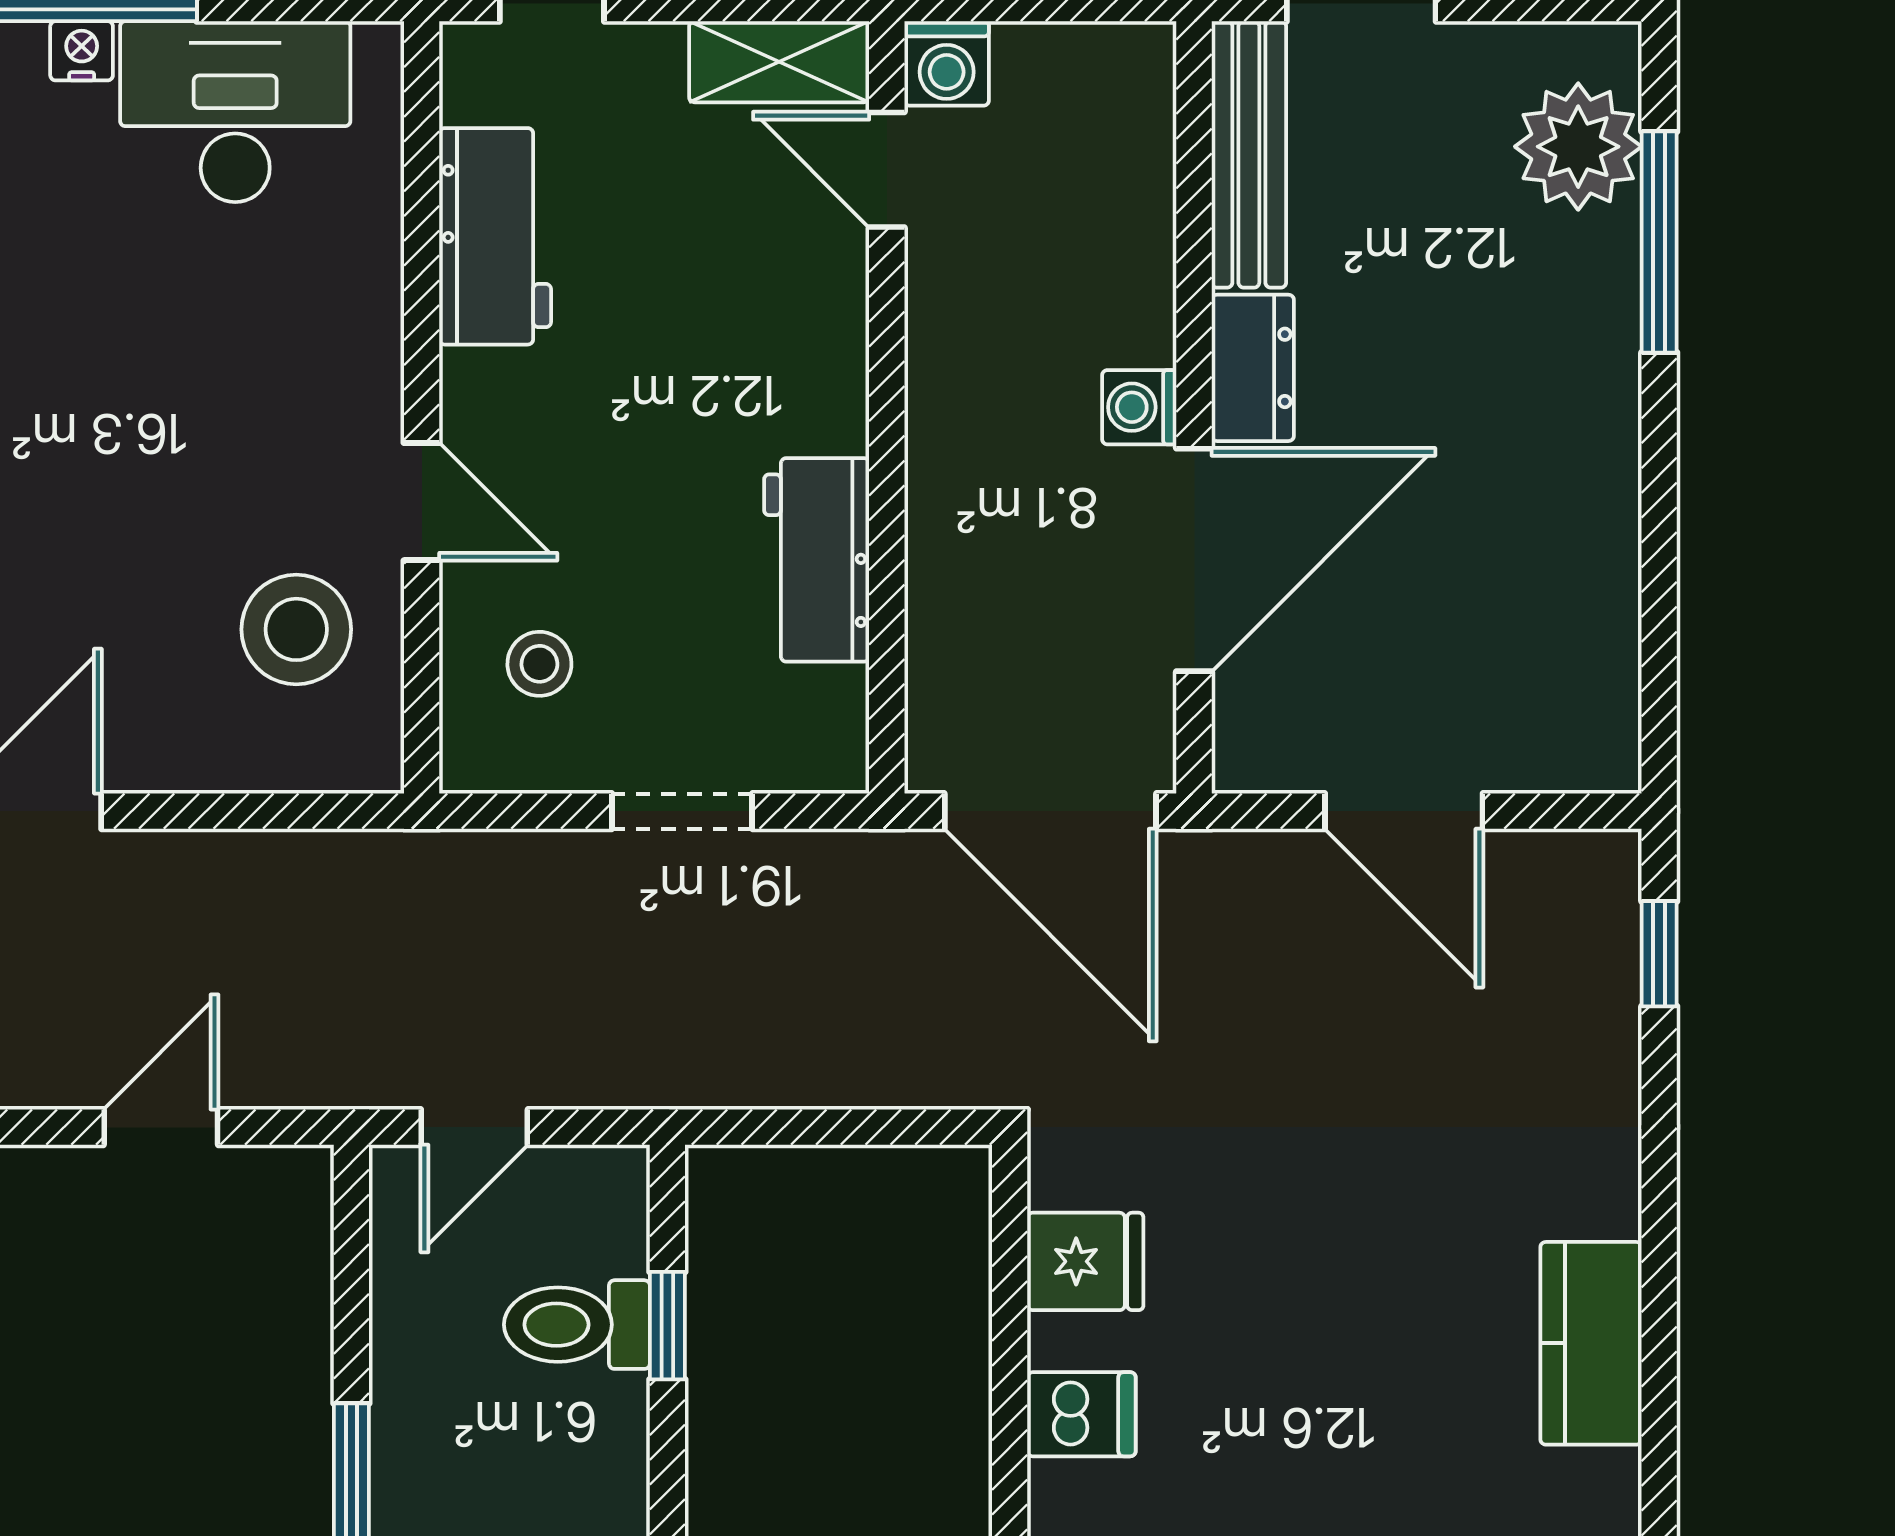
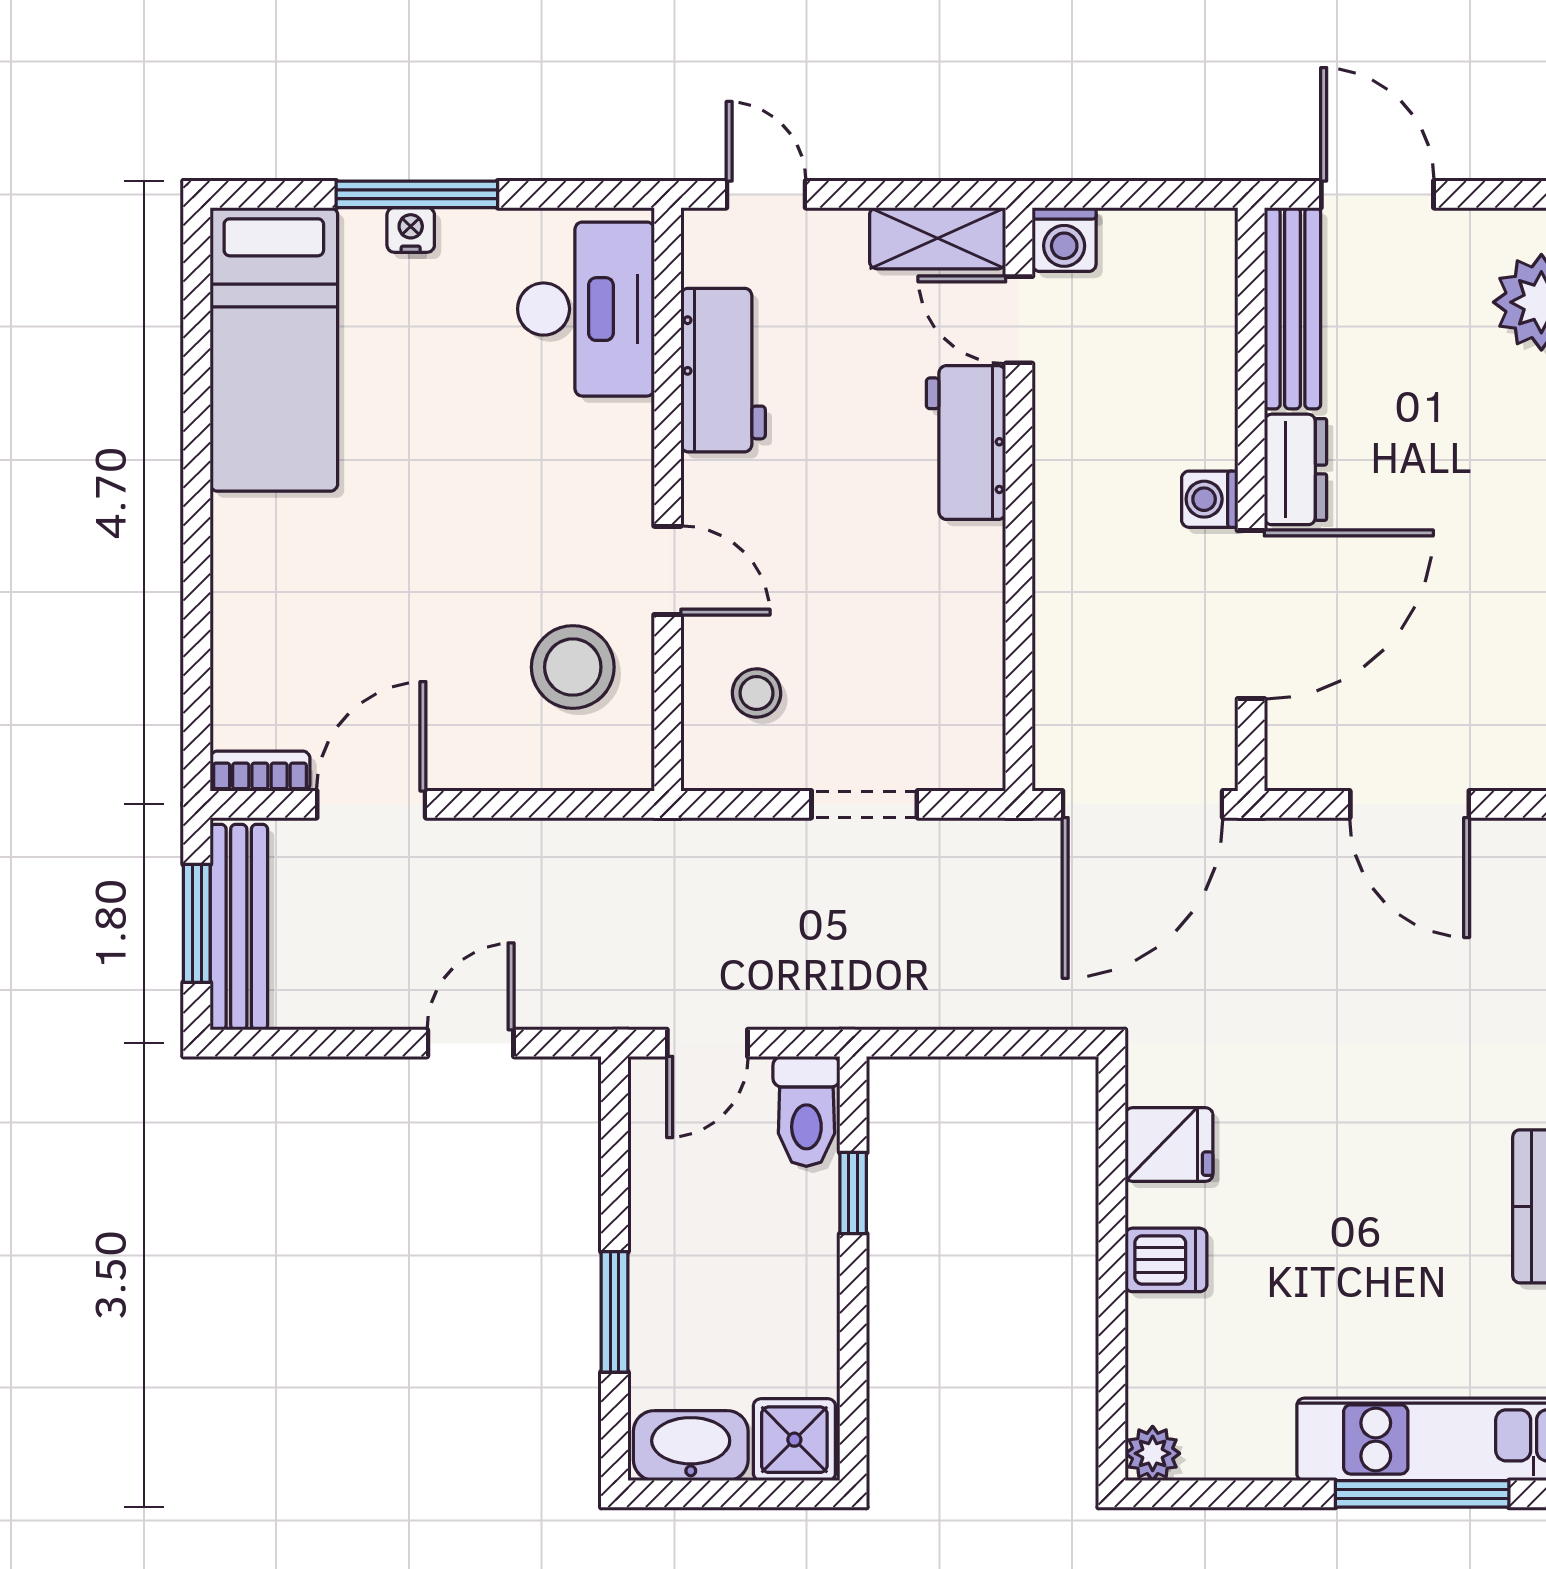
desk: (235, 112) -> (586, 309), moved, turned 90
workbench: (817, 560) -> (966, 443), moved
door: (1050, 811) -> (1143, 804), hinge flipped
toilet: (577, 1325) -> (806, 1111), moved, turned -90

